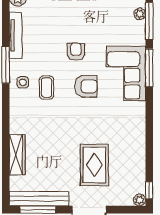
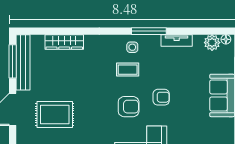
tv unit: (16, 35) -> (177, 40), width x0.71
armchair: (86, 86) -> (129, 107), turned -90

